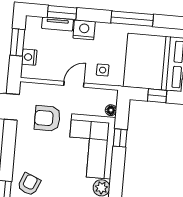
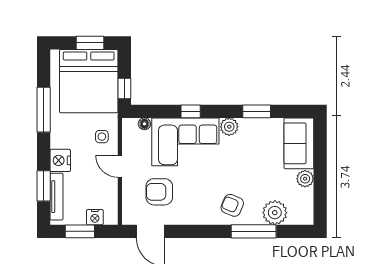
tv unit: (57, 24) -> (56, 197), width x1.41
window: (157, 96) -> (124, 89), moved
armchair: (47, 118) -> (159, 192), turned 90
window: (120, 138) -> (191, 111), moved

